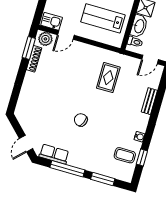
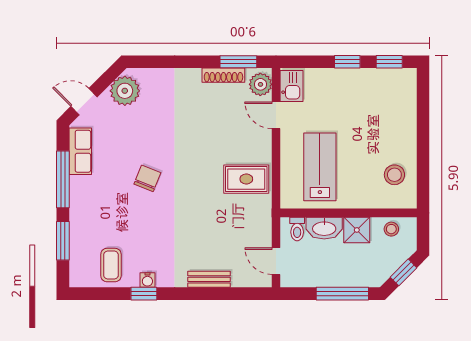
rug: (108, 78) -> (246, 179), moved
plant: (27, 118) -> (125, 91), added
window: (142, 158) -> (144, 294), moved

